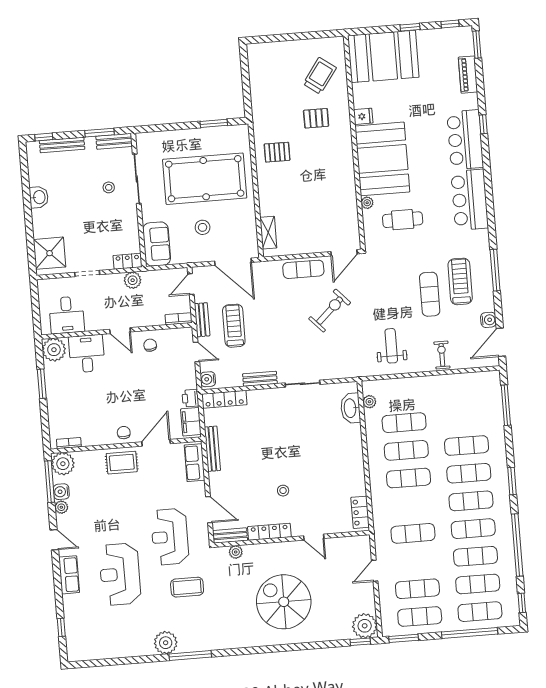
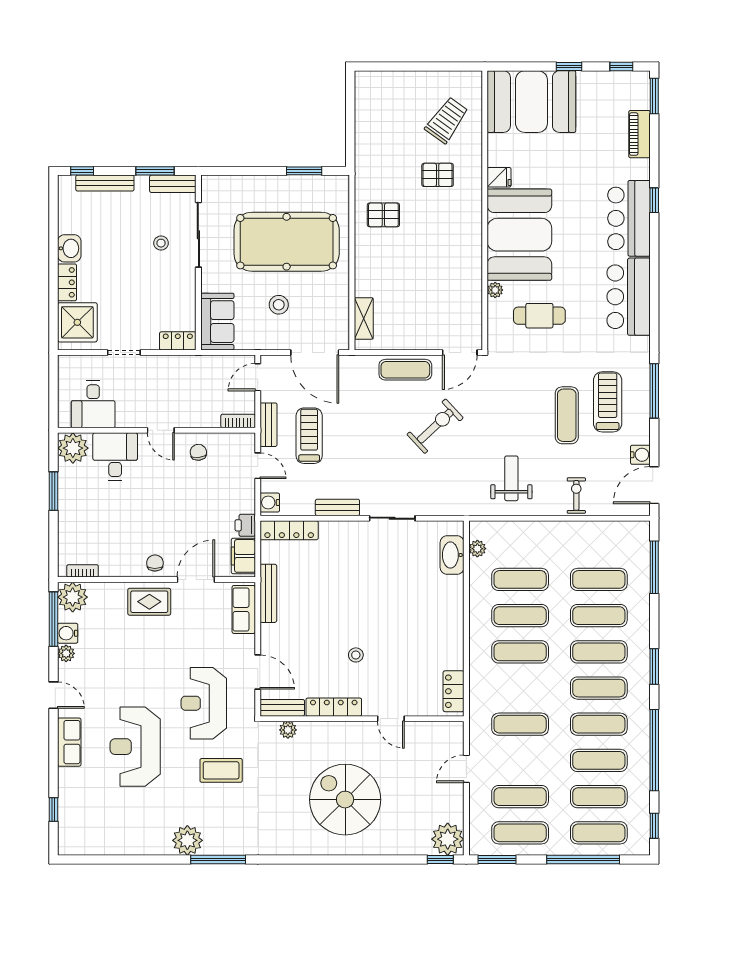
locker: (39, 223) -> (67, 282), added
plant: (133, 280) -> (182, 366), removed
exercise mat: (464, 418) -> (599, 579), added

